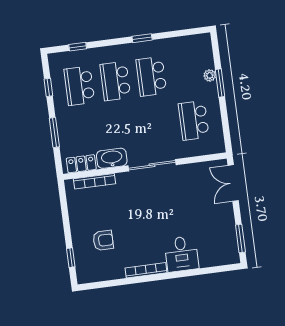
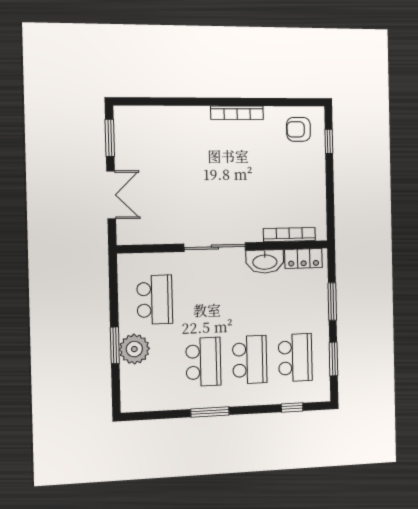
window: (142, 38) -> (210, 412), width x1.50
plant: (210, 75) -> (134, 349), width x1.88, depth x1.88
window: (48, 87) -> (333, 359), width x1.50
double door: (233, 183) -> (111, 195), moved
armchair: (103, 240) -> (299, 129), moved
desk: (181, 254) -> (189, 128), removed

